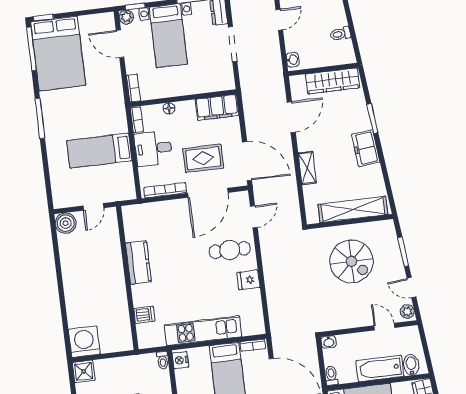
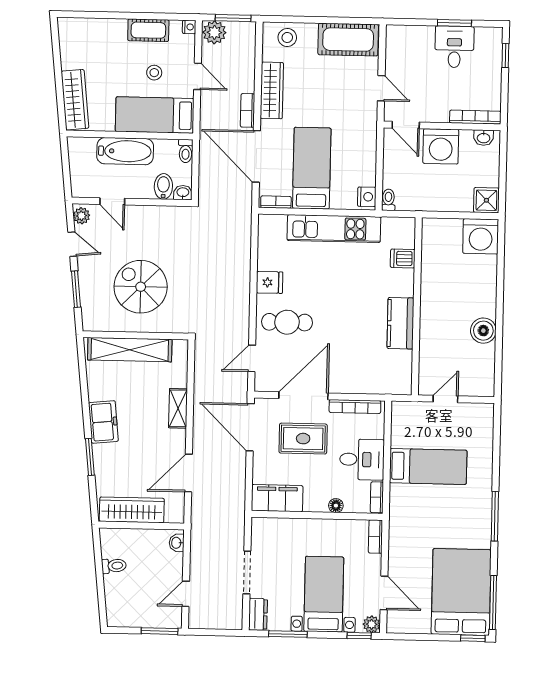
boiler: (66, 223) -> (483, 331), moved
bidet: (411, 365) -> (163, 186), moved, turned 180

